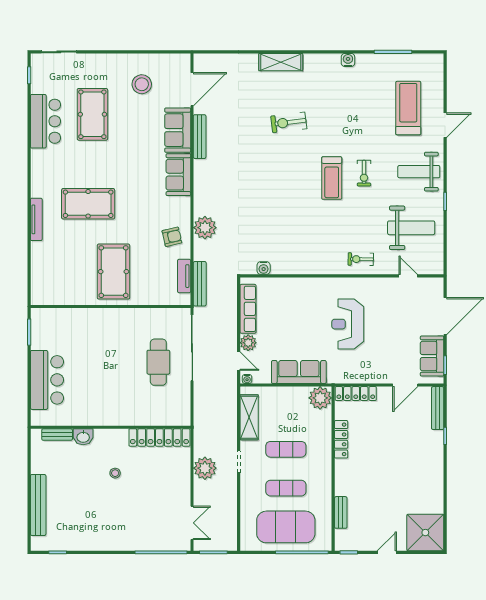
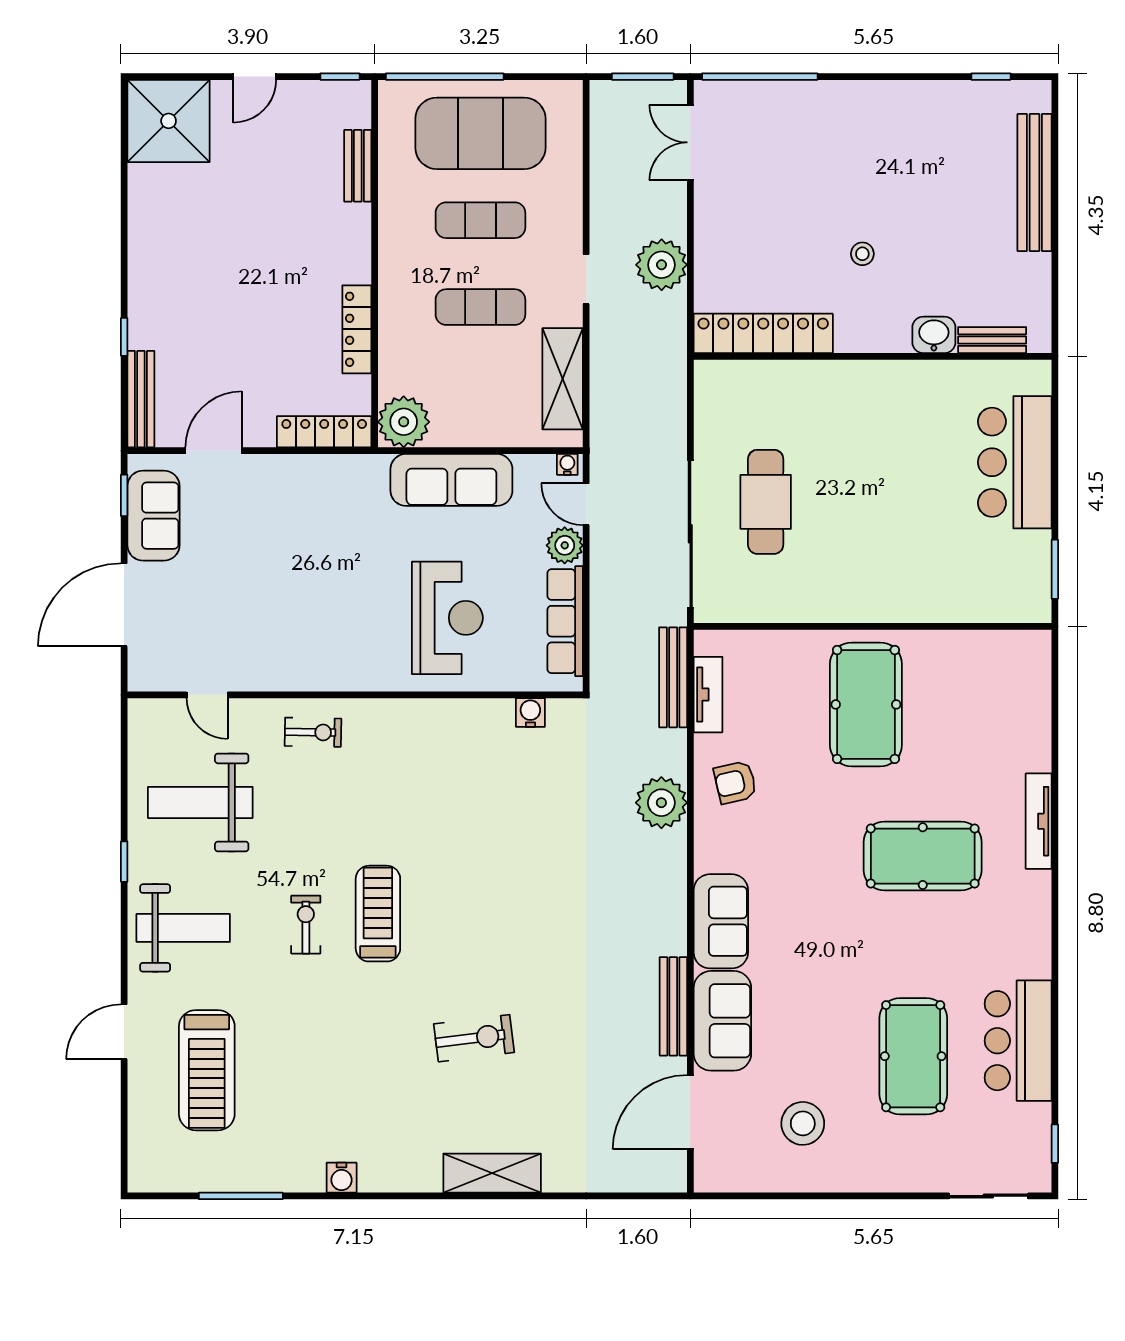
reception desk: (348, 324) -> (447, 618), moved

